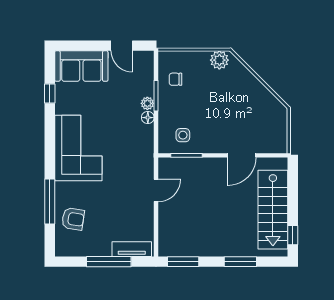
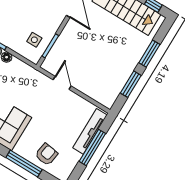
tv unit: (132, 249) -> (90, 131), width x1.41
window: (183, 262) -> (131, 84), moved

